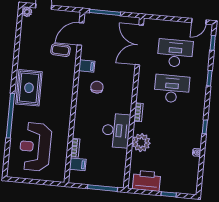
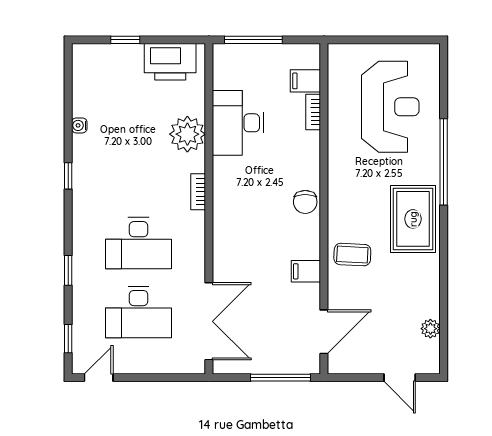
plant: (27, 12) -> (430, 329), moved
coffee table: (60, 50) -> (352, 255), moved
chair: (97, 87) -> (305, 202), moved
desk: (116, 130) -> (238, 123), moved

